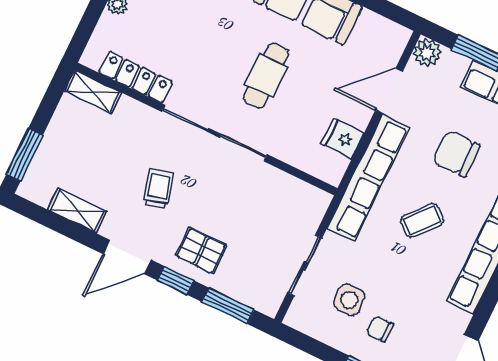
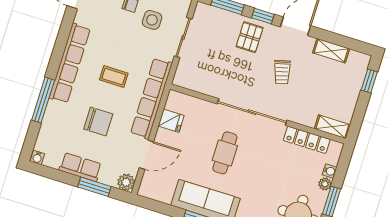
water cooler: (107, 23) -> (330, 171), added
window: (25, 155) -> (369, 81), width x0.67
coffee table: (422, 220) -> (114, 77), turned 49
pallet: (201, 251) -> (250, 37), turned 90

